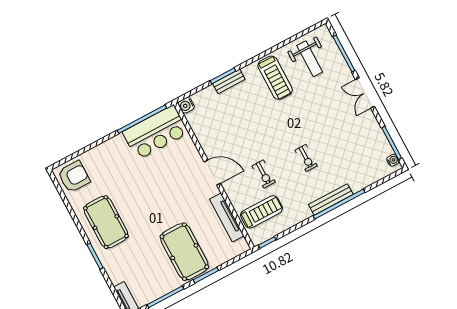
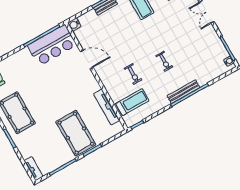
door: (212, 173) -> (87, 59), moved

